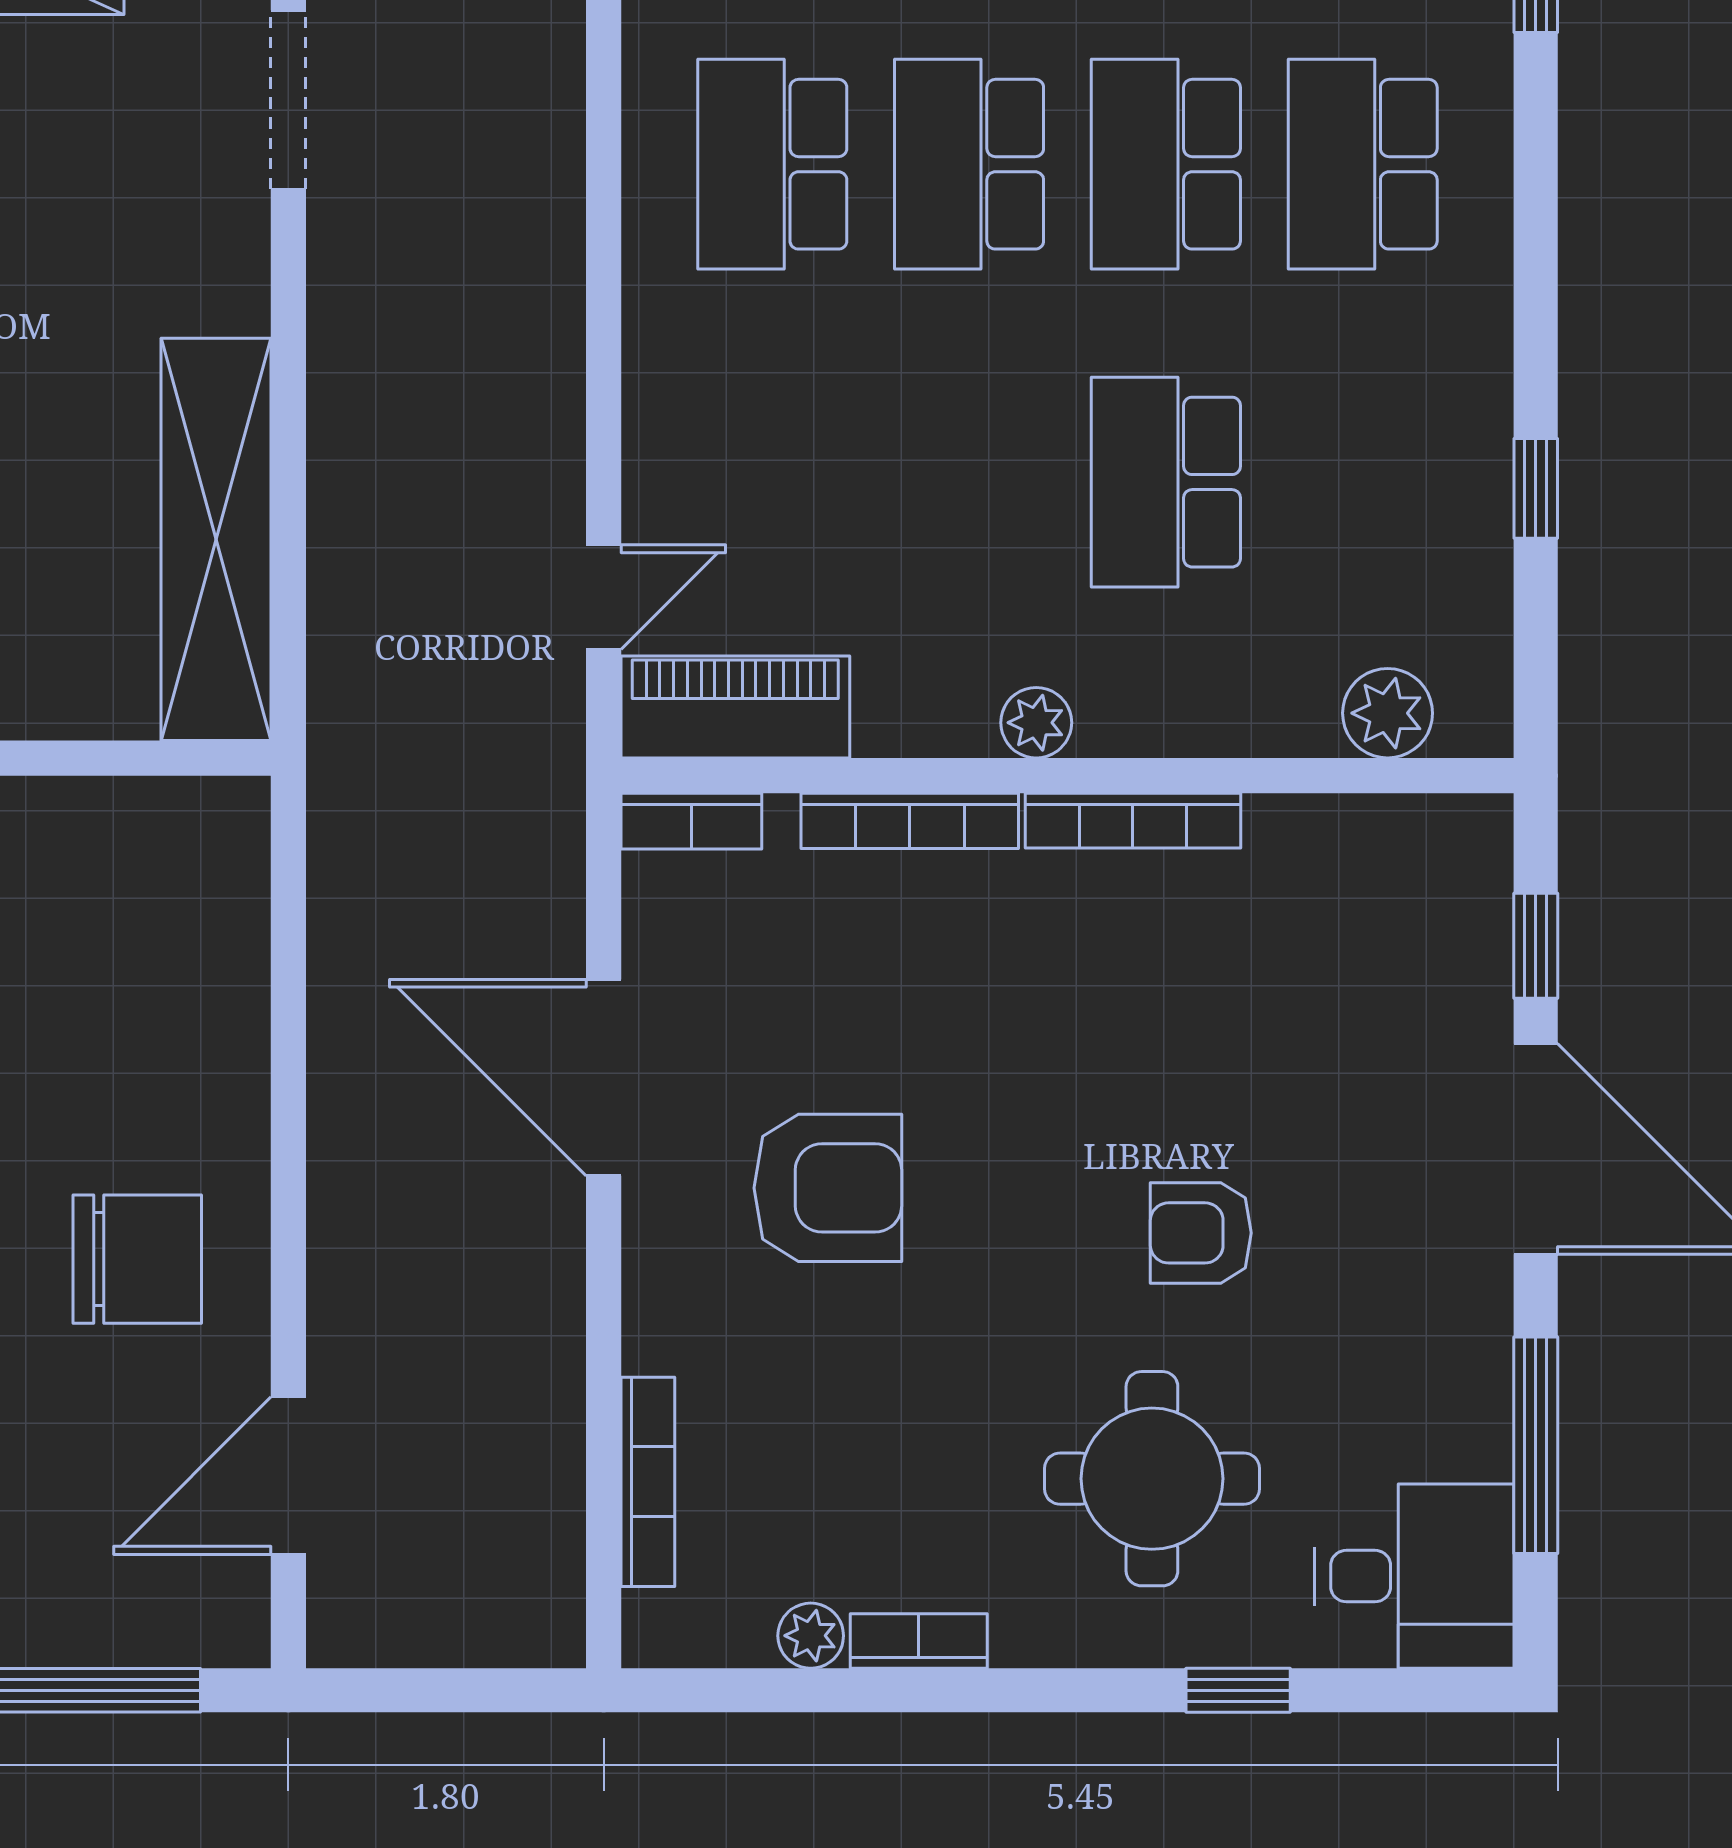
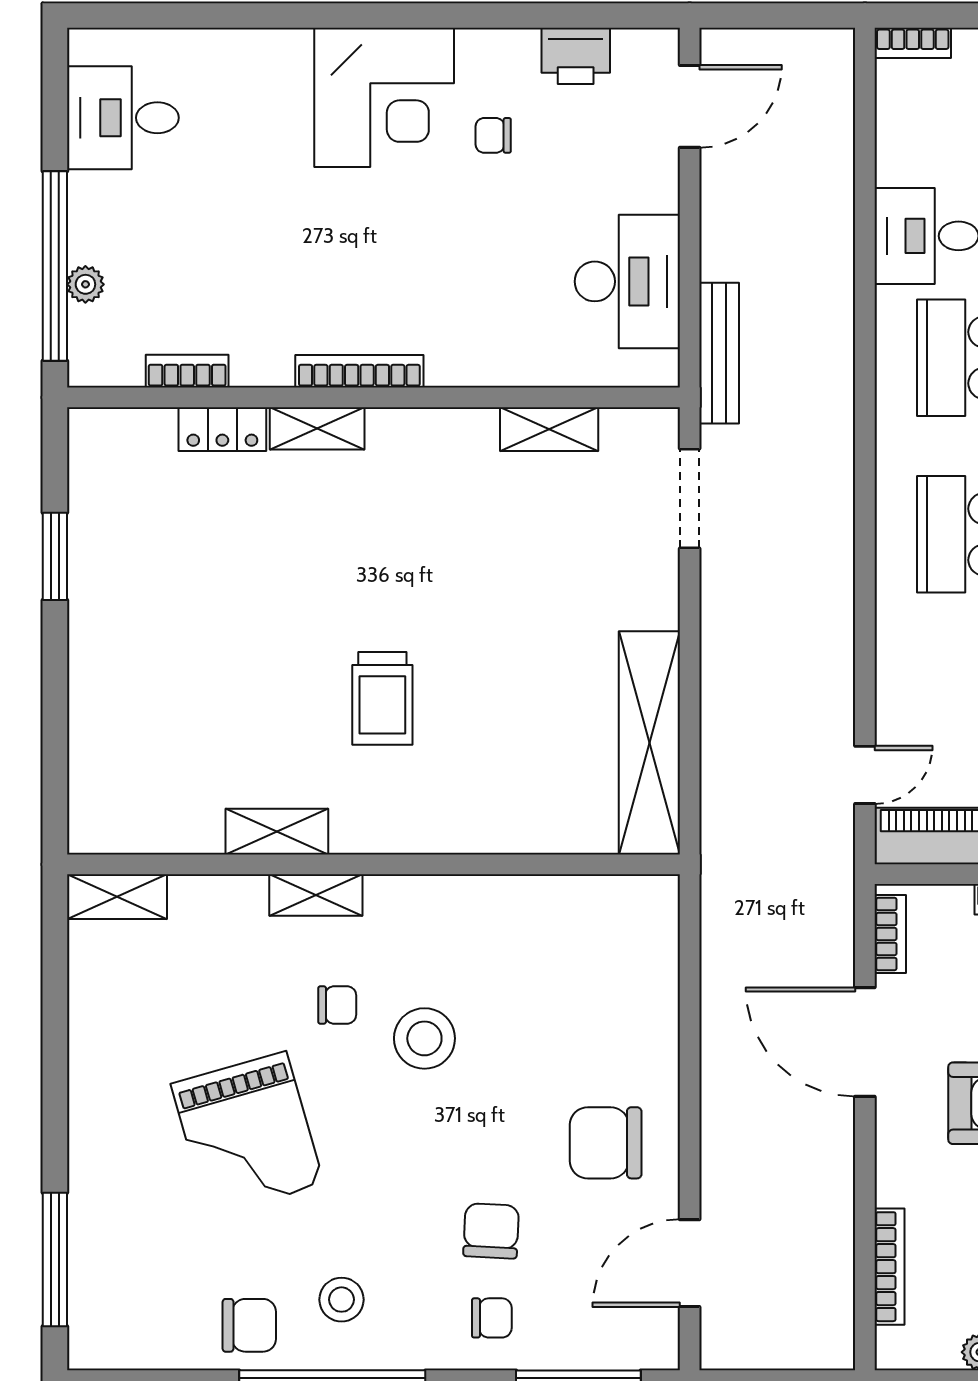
bookcase: (691, 821) -> (890, 934), moved, turned -90
chair: (137, 1259) -> (606, 1143), turned 180

